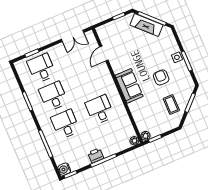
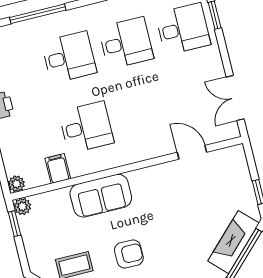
sofa: (129, 86) -> (101, 196), moved
filing cabinet: (123, 121) -> (58, 169), added

